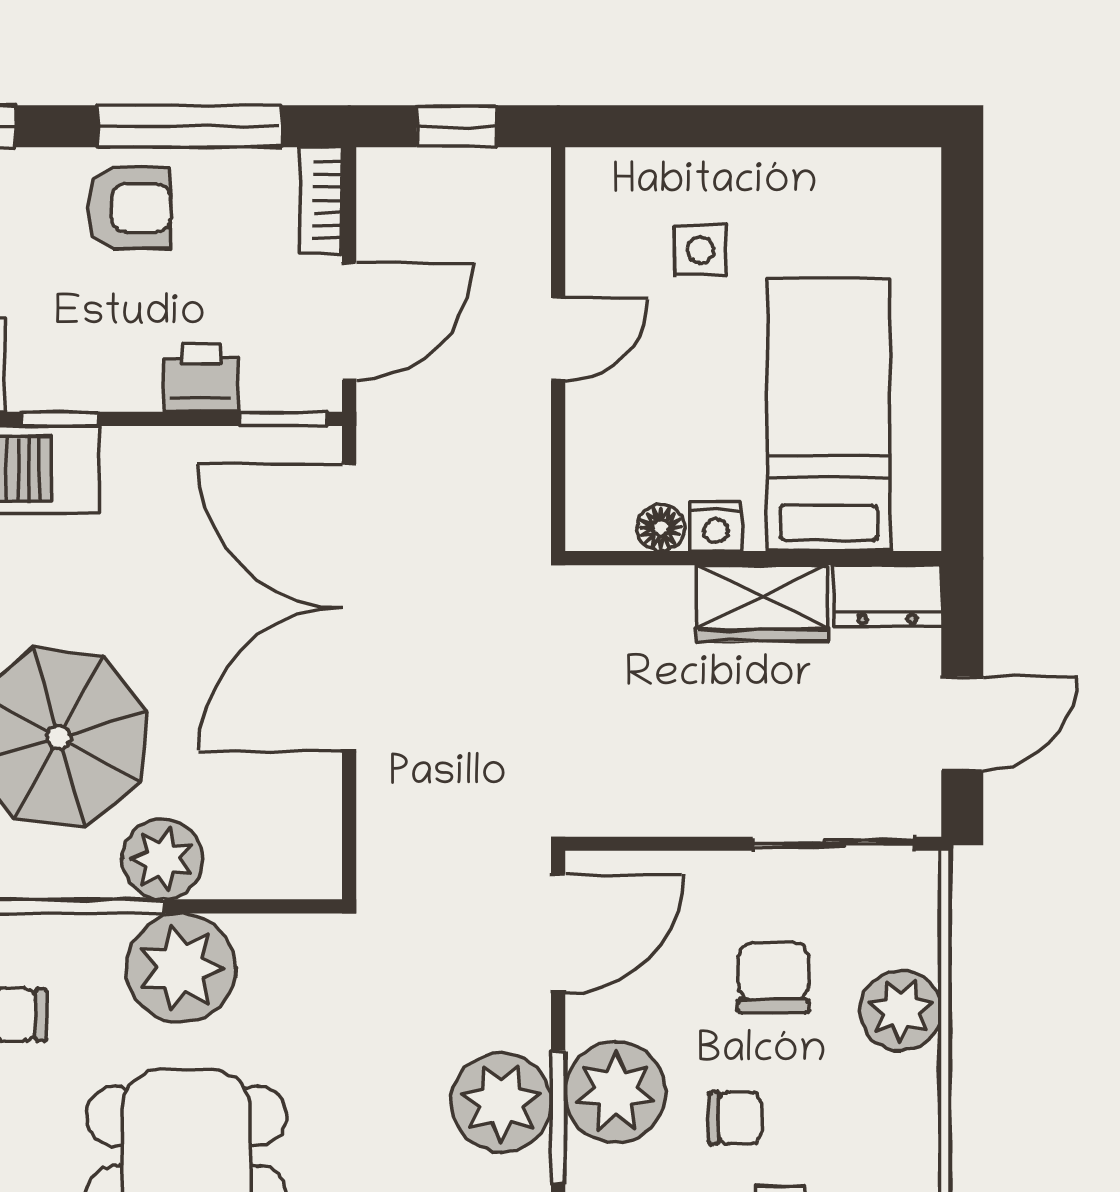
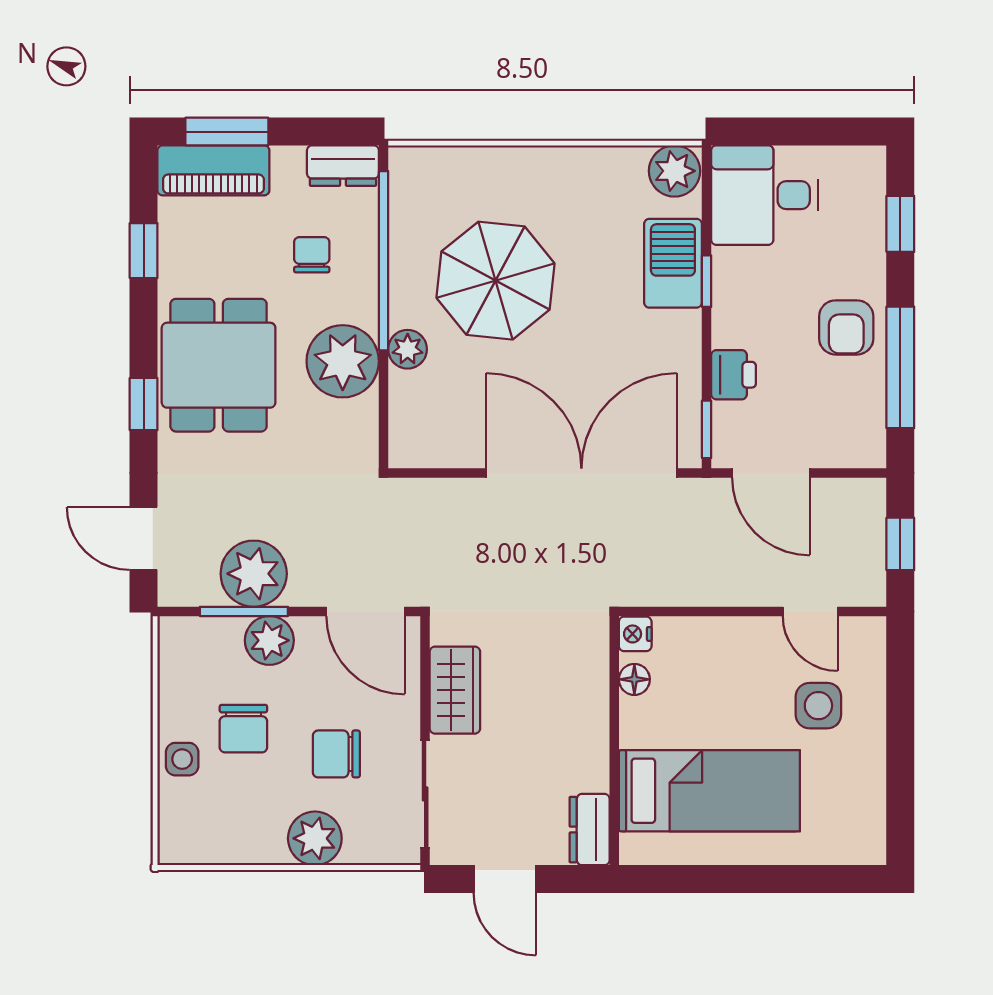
bookcase: (321, 200) -> (851, 454), removed
side table: (700, 250) -> (818, 706), width x1.37, depth x1.37
door: (558, 339) -> (810, 611), moved
nightstand: (716, 527) -> (635, 634), moved
wardrobe: (762, 603) -> (455, 690), moved, turned 180
plant: (162, 859) -> (408, 349), width x0.73, depth x0.73
chair: (773, 978) -> (336, 754), turned 180
plant: (615, 1092) -> (269, 640), width x0.73, depth x0.73
chair: (735, 1118) -> (243, 729), width x1.37, depth x1.37

